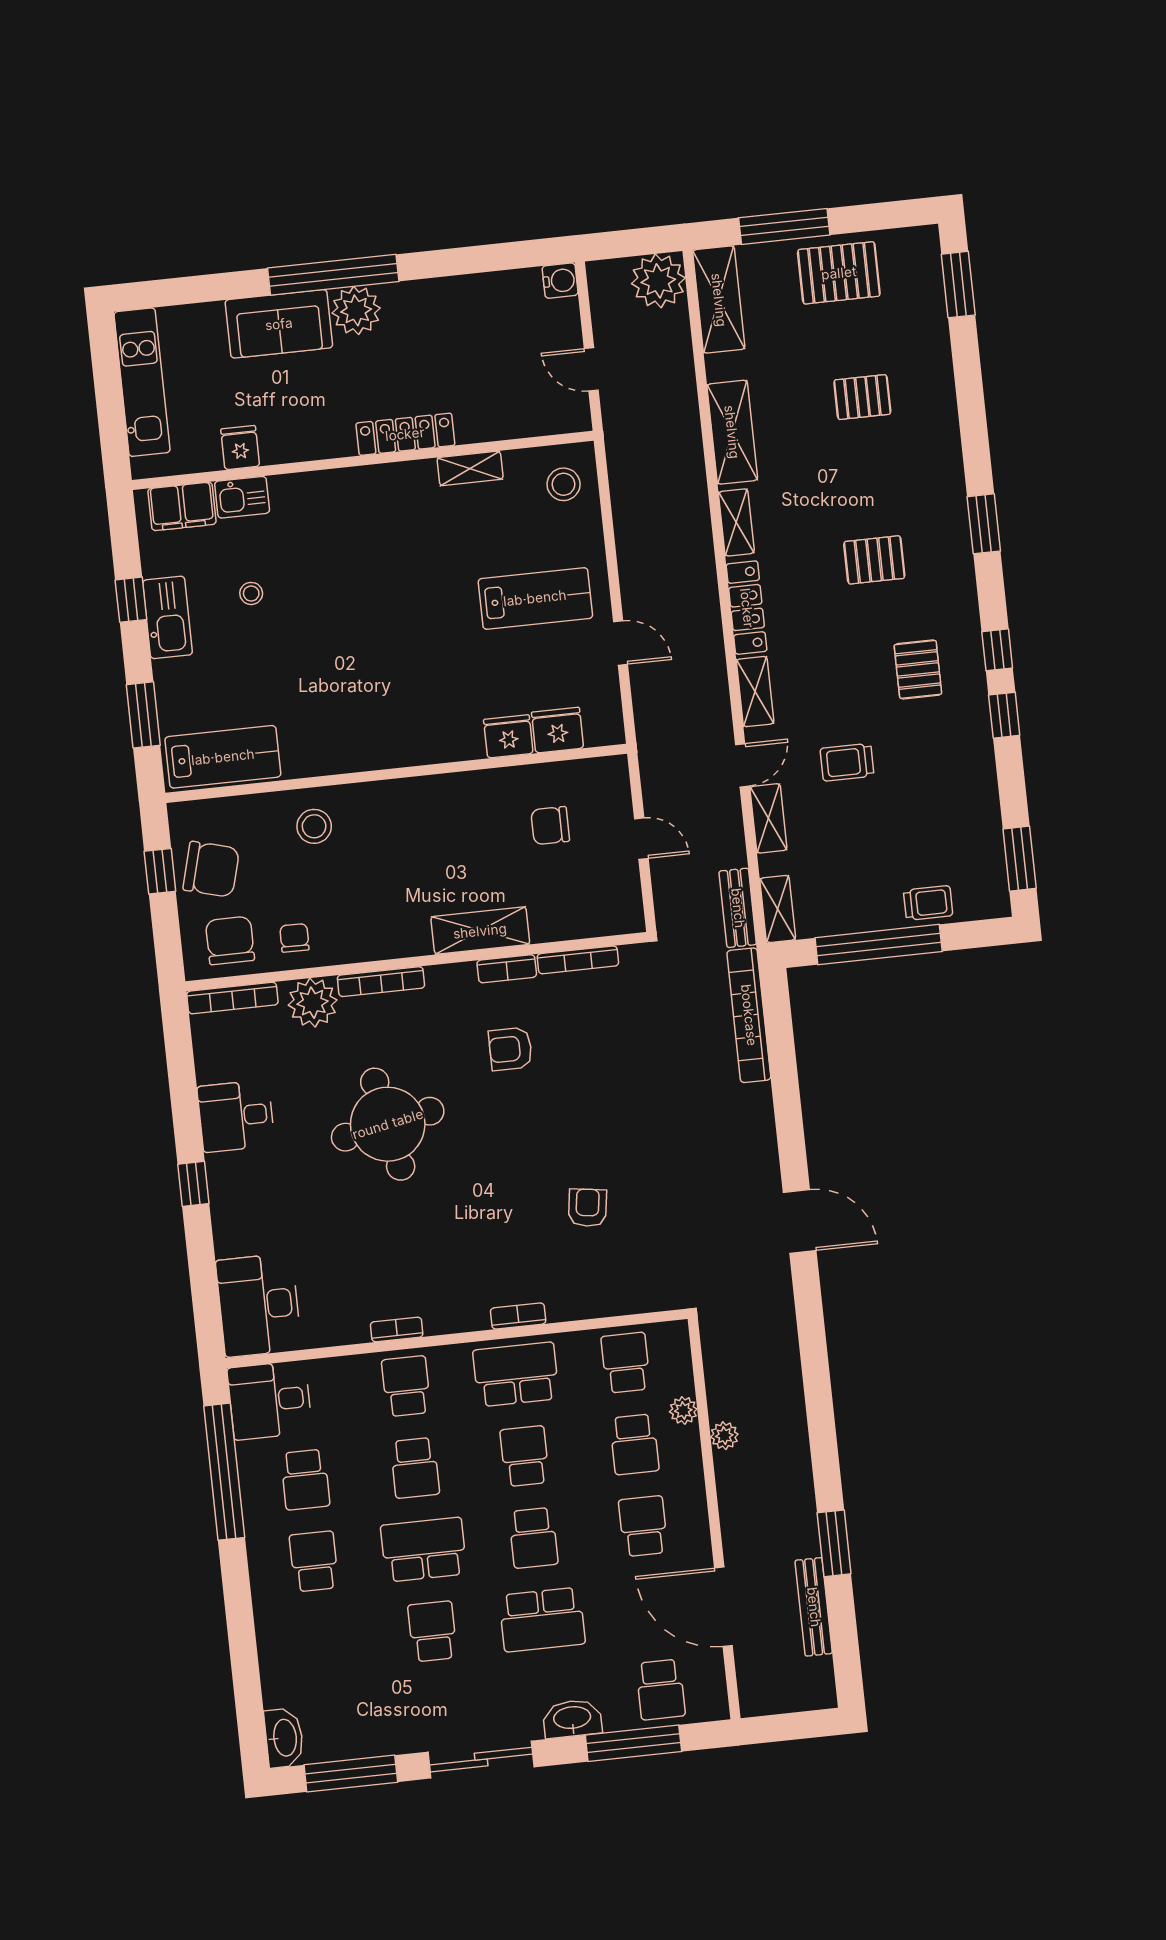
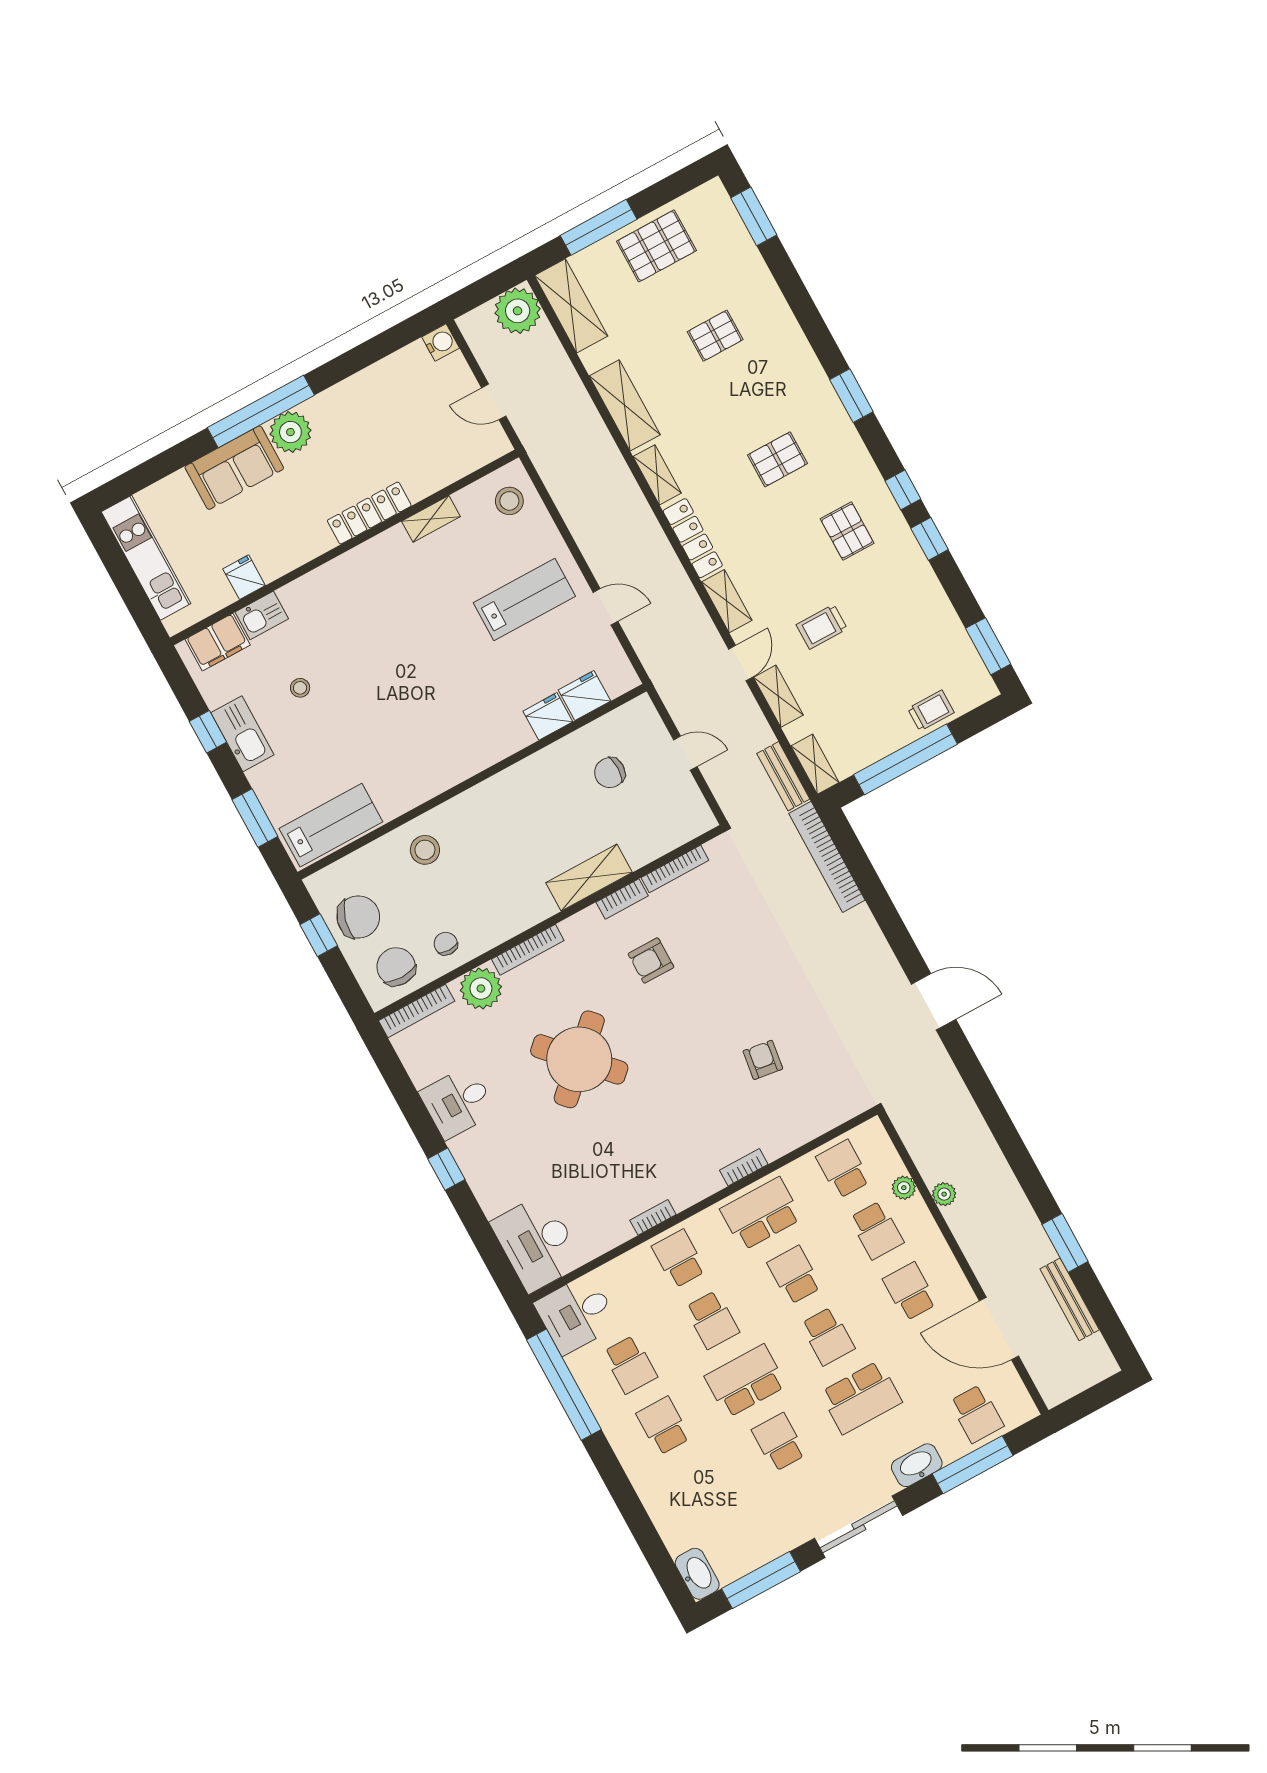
round table: (388, 1124) -> (579, 1059), turned -32

